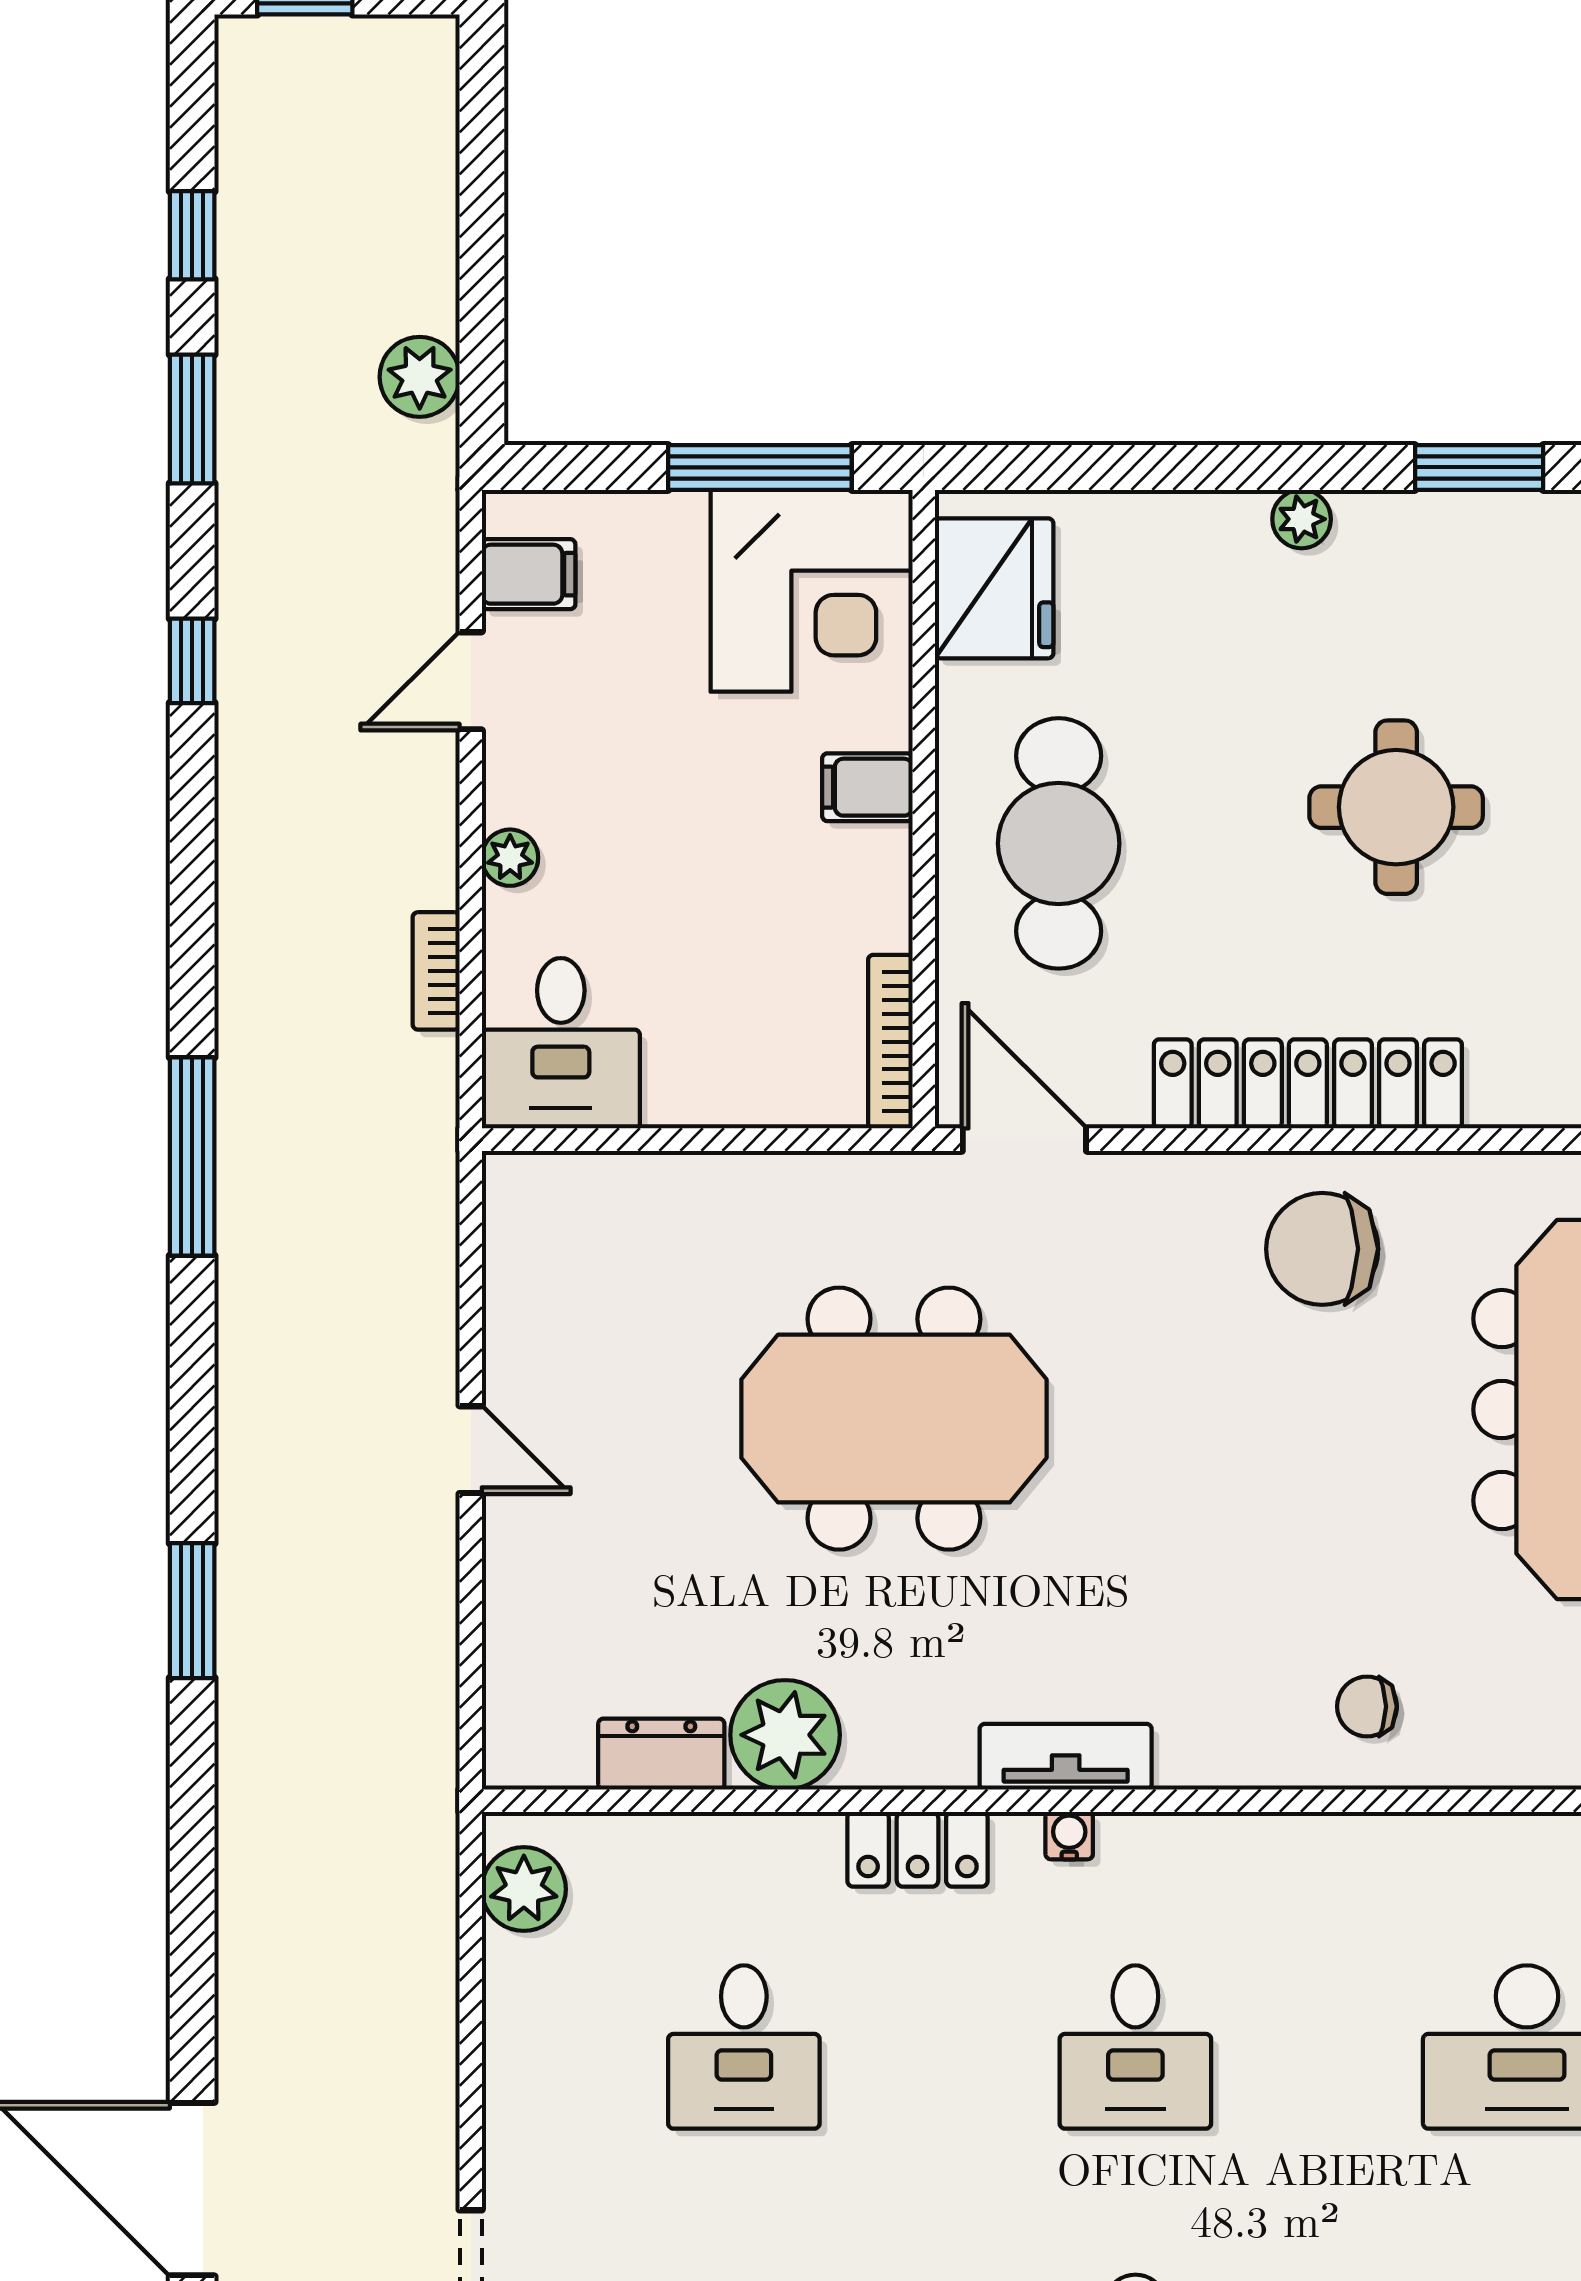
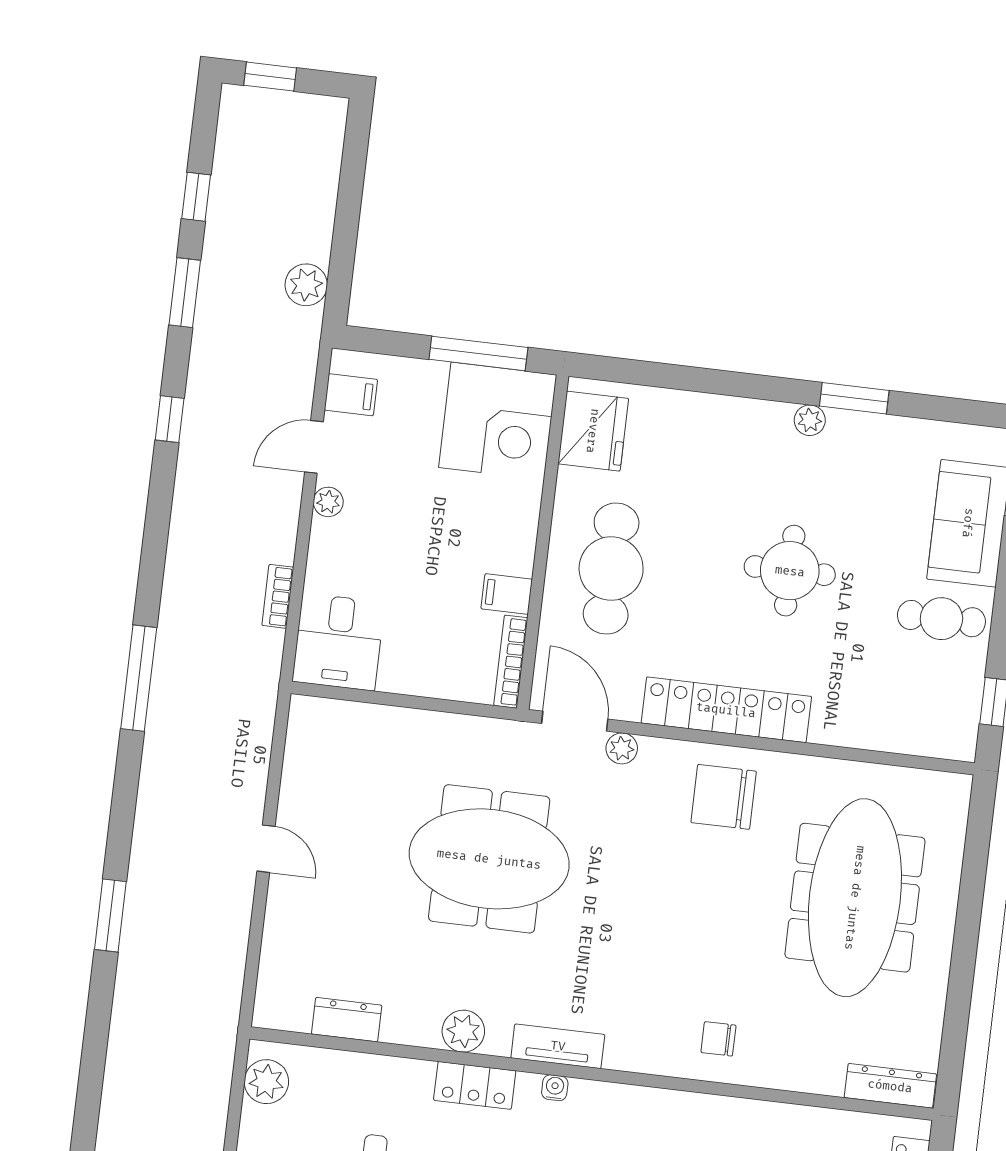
plant: (1302, 519) -> (810, 420), moved
filing cabinet: (867, 787) -> (507, 594), moved
plant: (510, 858) -> (328, 502), moved
plant: (1119, 1180) -> (622, 748), added
plant: (785, 1735) -> (463, 1031), moved, width x0.73, depth x0.73

